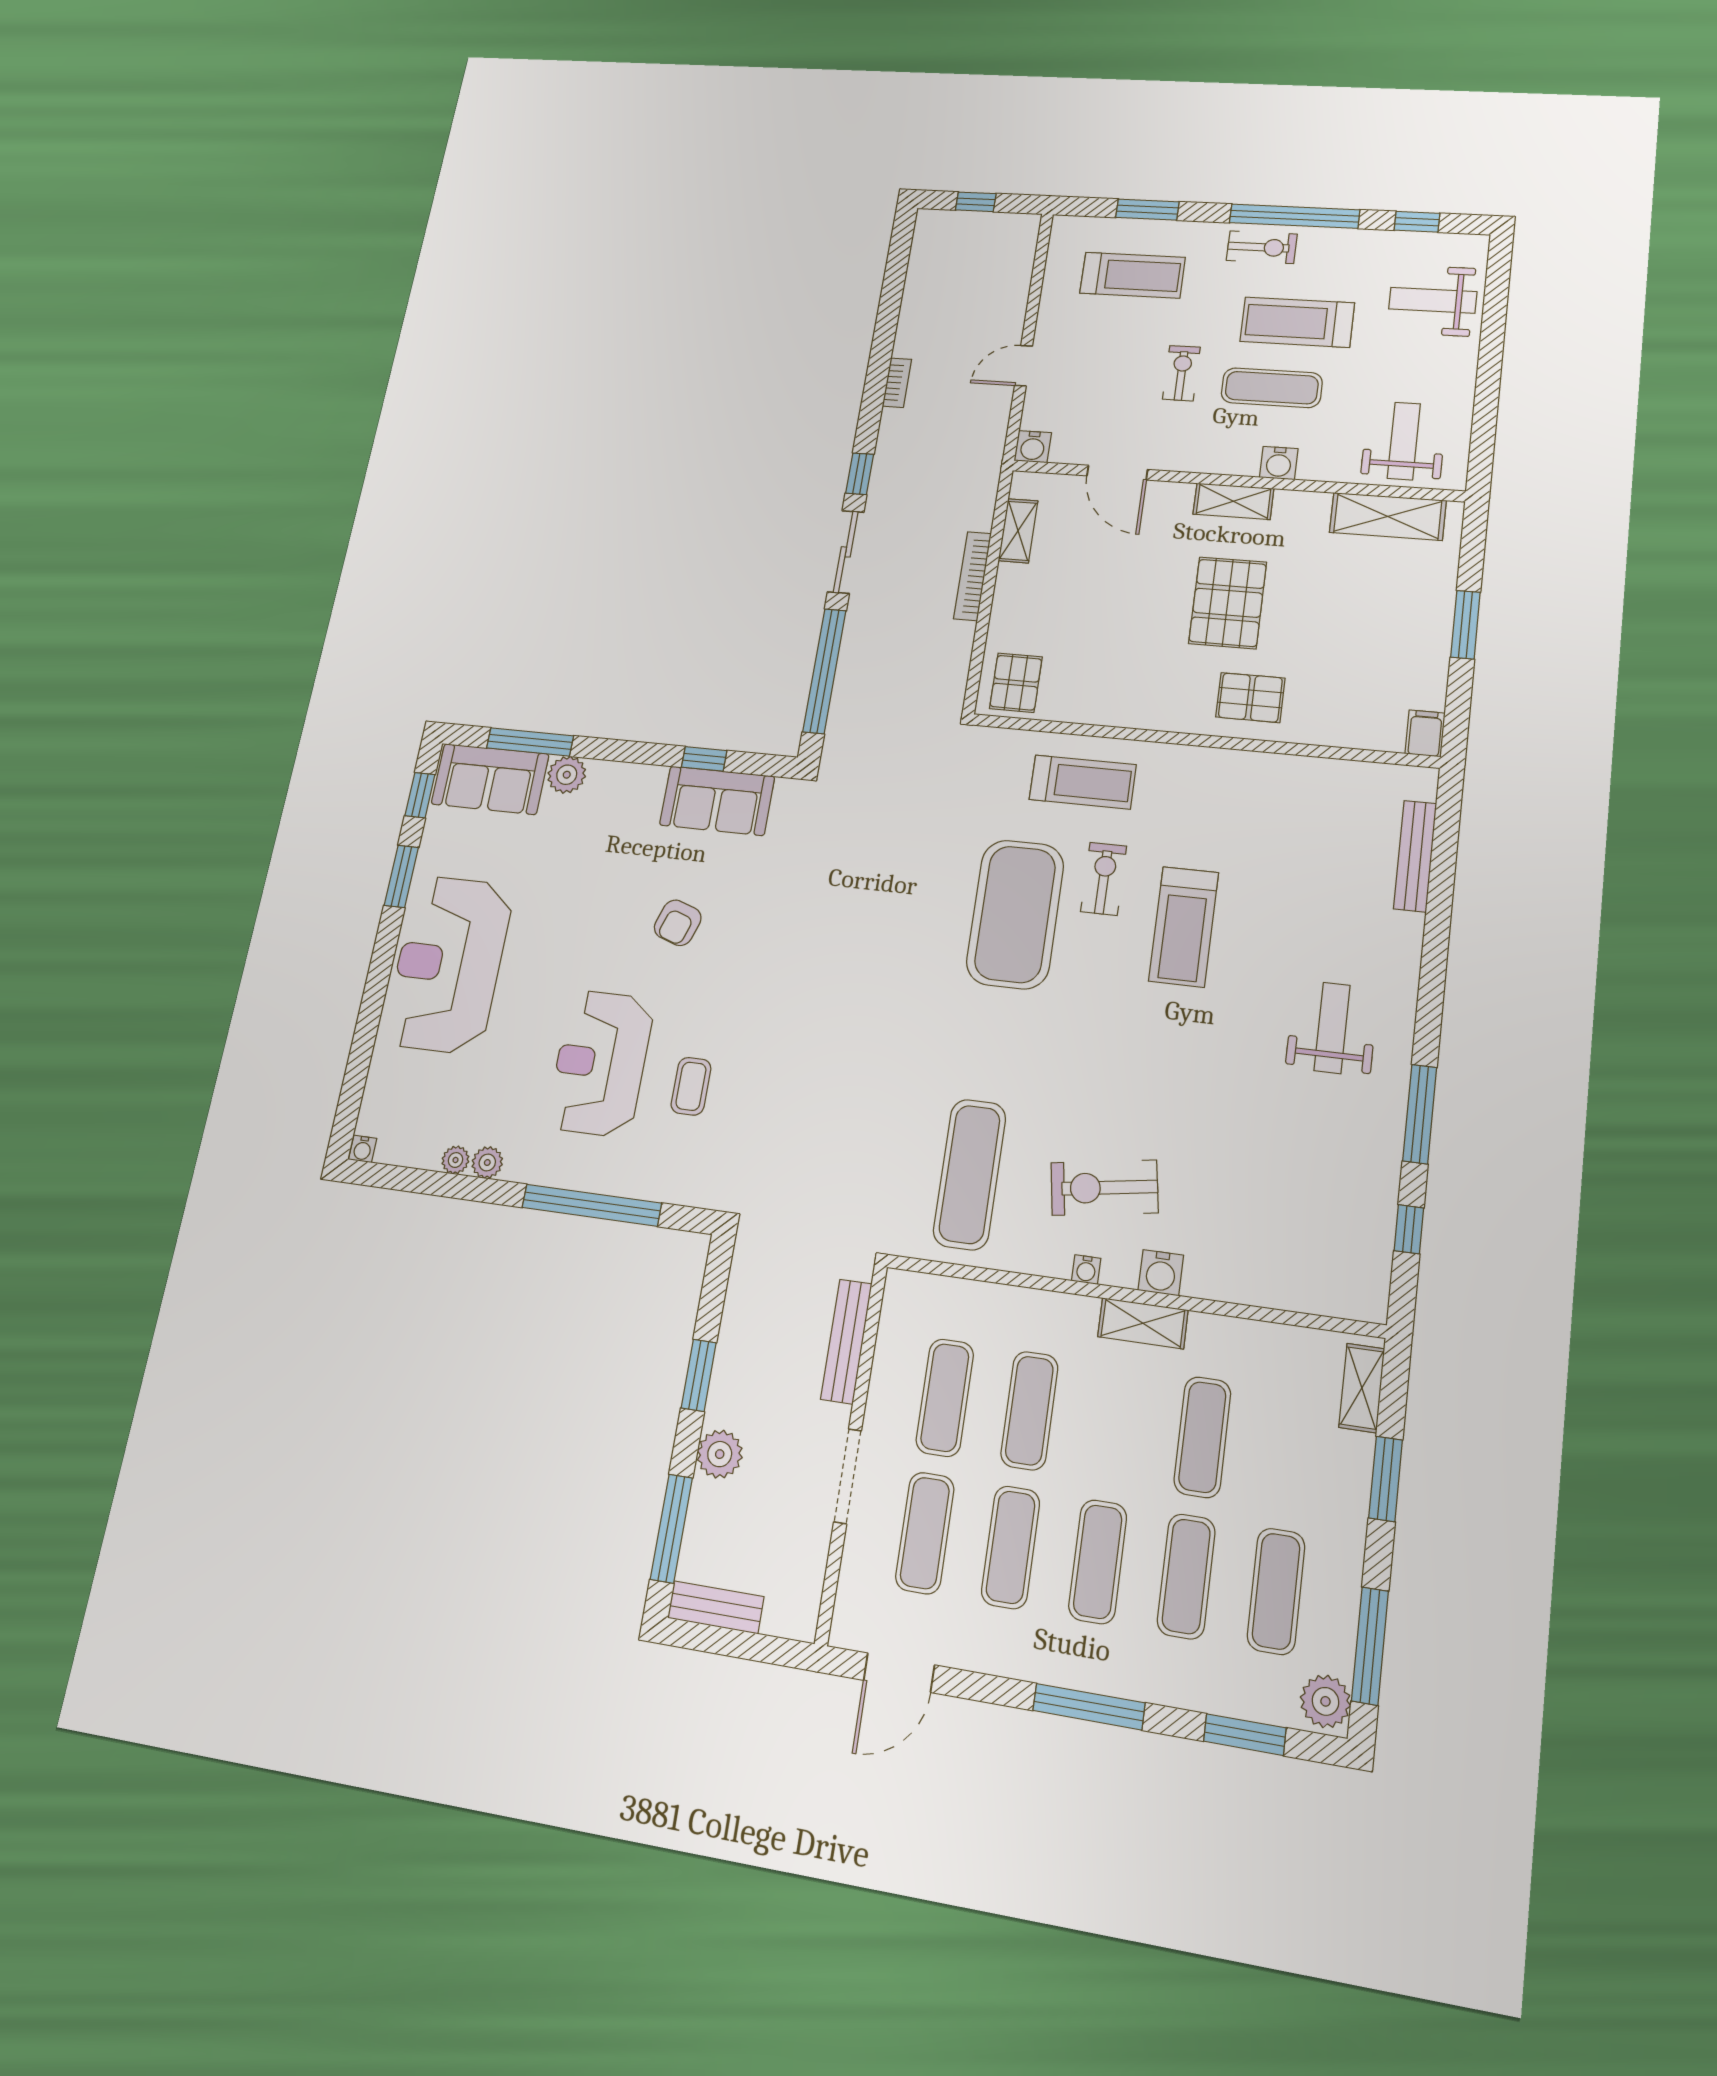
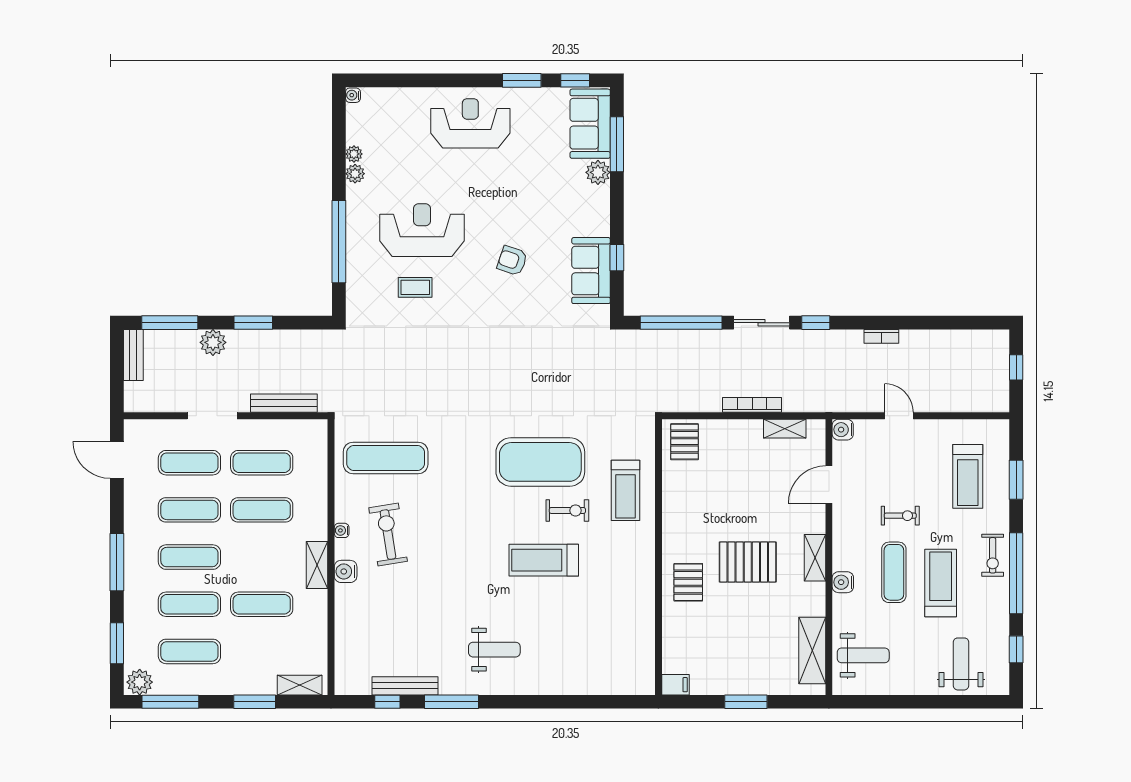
pallet: (1016, 683) -> (685, 442), turned 90
bench: (1415, 856) -> (405, 686), moved
reception desk: (449, 964) -> (470, 123), width x0.74, depth x0.77

